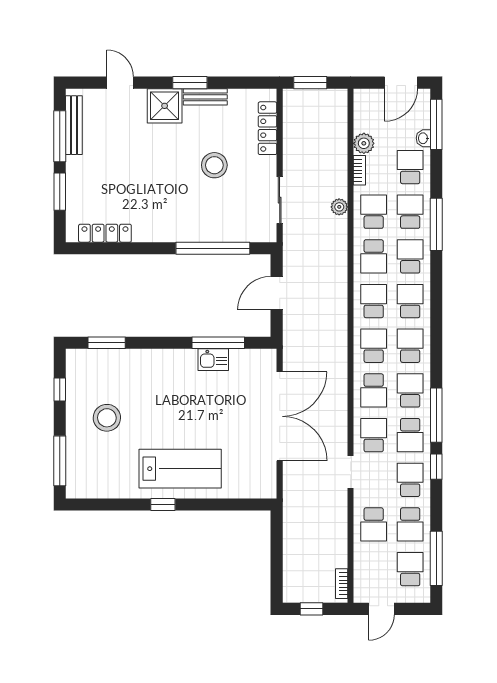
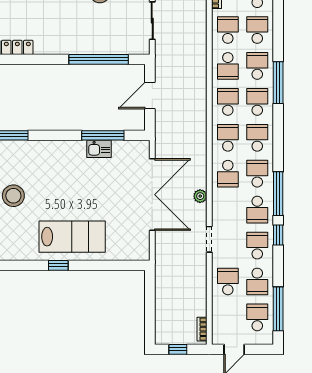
plant: (339, 207) -> (200, 196), moved
window: (436, 224) -> (278, 83), moved
school desk: (374, 435) -> (228, 210), removed
school desk: (374, 524) -> (228, 281), turned 180

